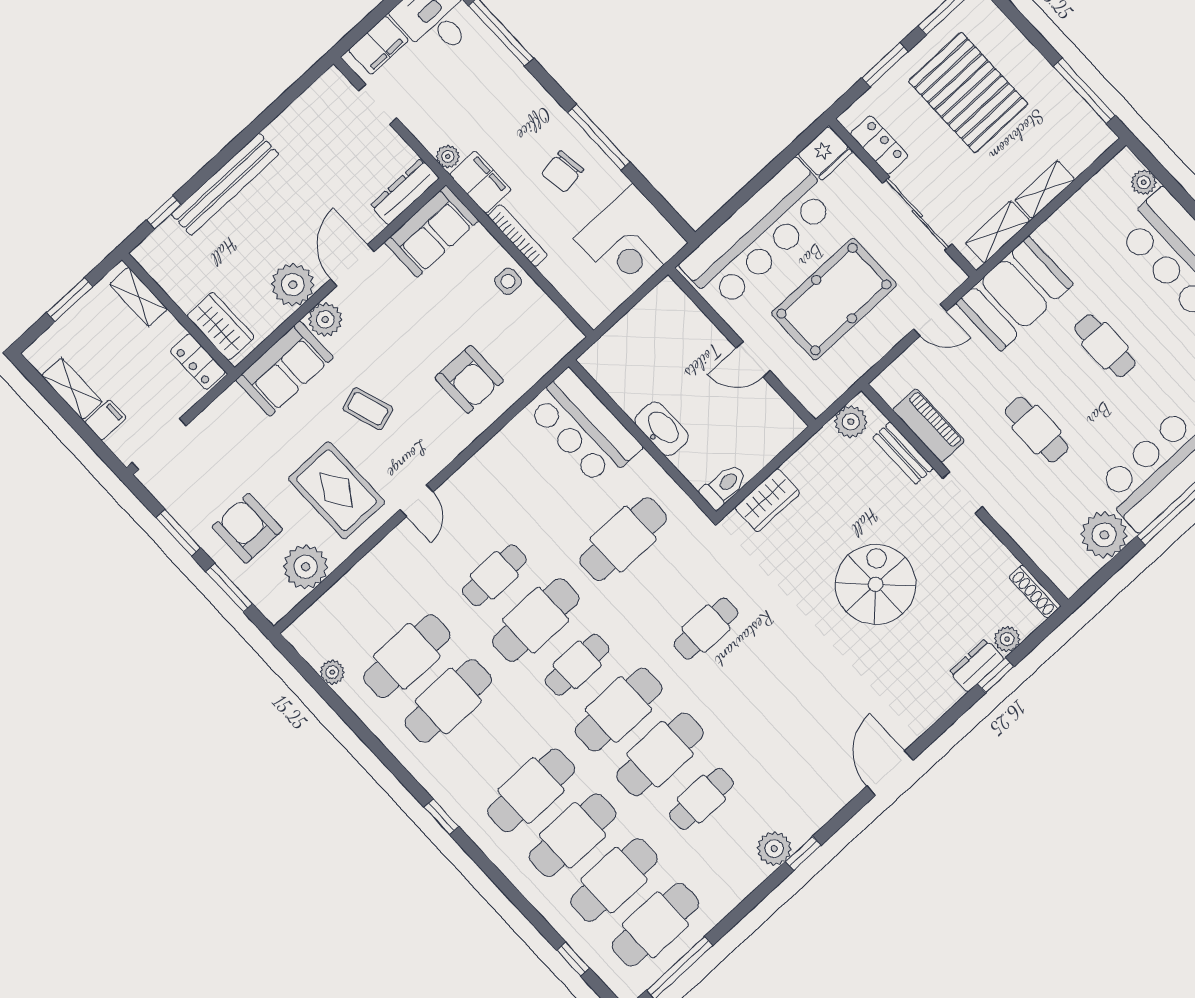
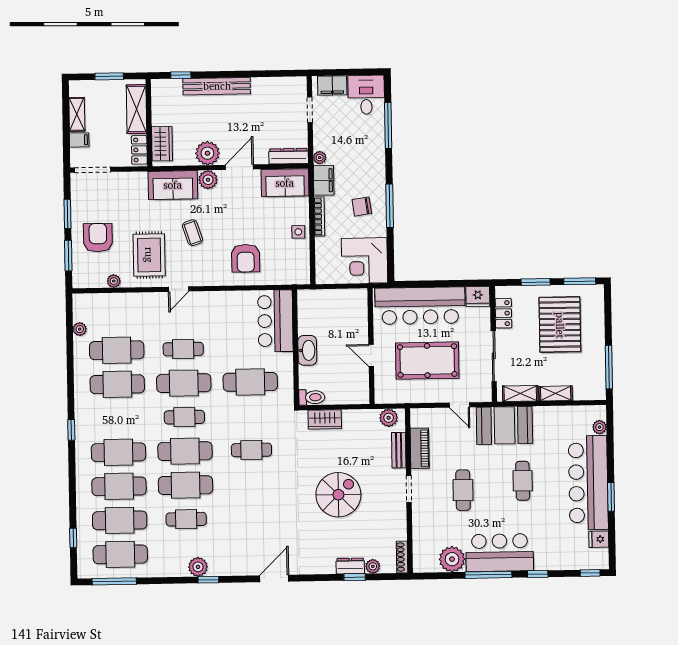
shelving: (139, 297) -> (136, 109), width x1.50, depth x1.33
plant: (306, 567) -> (114, 281), width x0.53, depth x0.53

